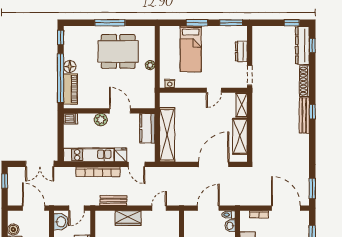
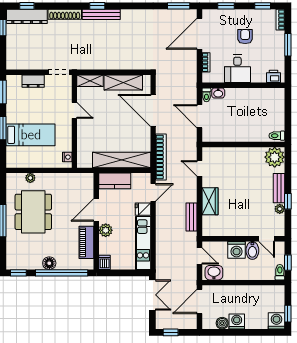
plant: (150, 65) -> (30, 178), moved
piano: (70, 89) -> (86, 242), moved, turned -90
bookcase: (98, 172) -> (161, 157), moved

